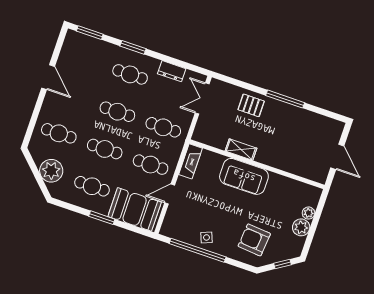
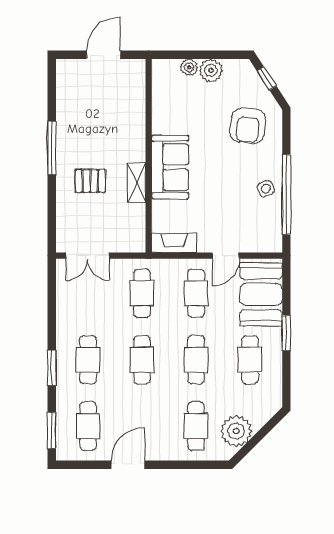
cafe table: (84, 59) -> (88, 426), added
dresser: (172, 71) -> (66, 307), removed
pallet: (251, 105) -> (90, 181), moved, turned 90
plant: (51, 171) -> (236, 431), moved
door: (170, 194) -> (226, 256), hinge flipped

